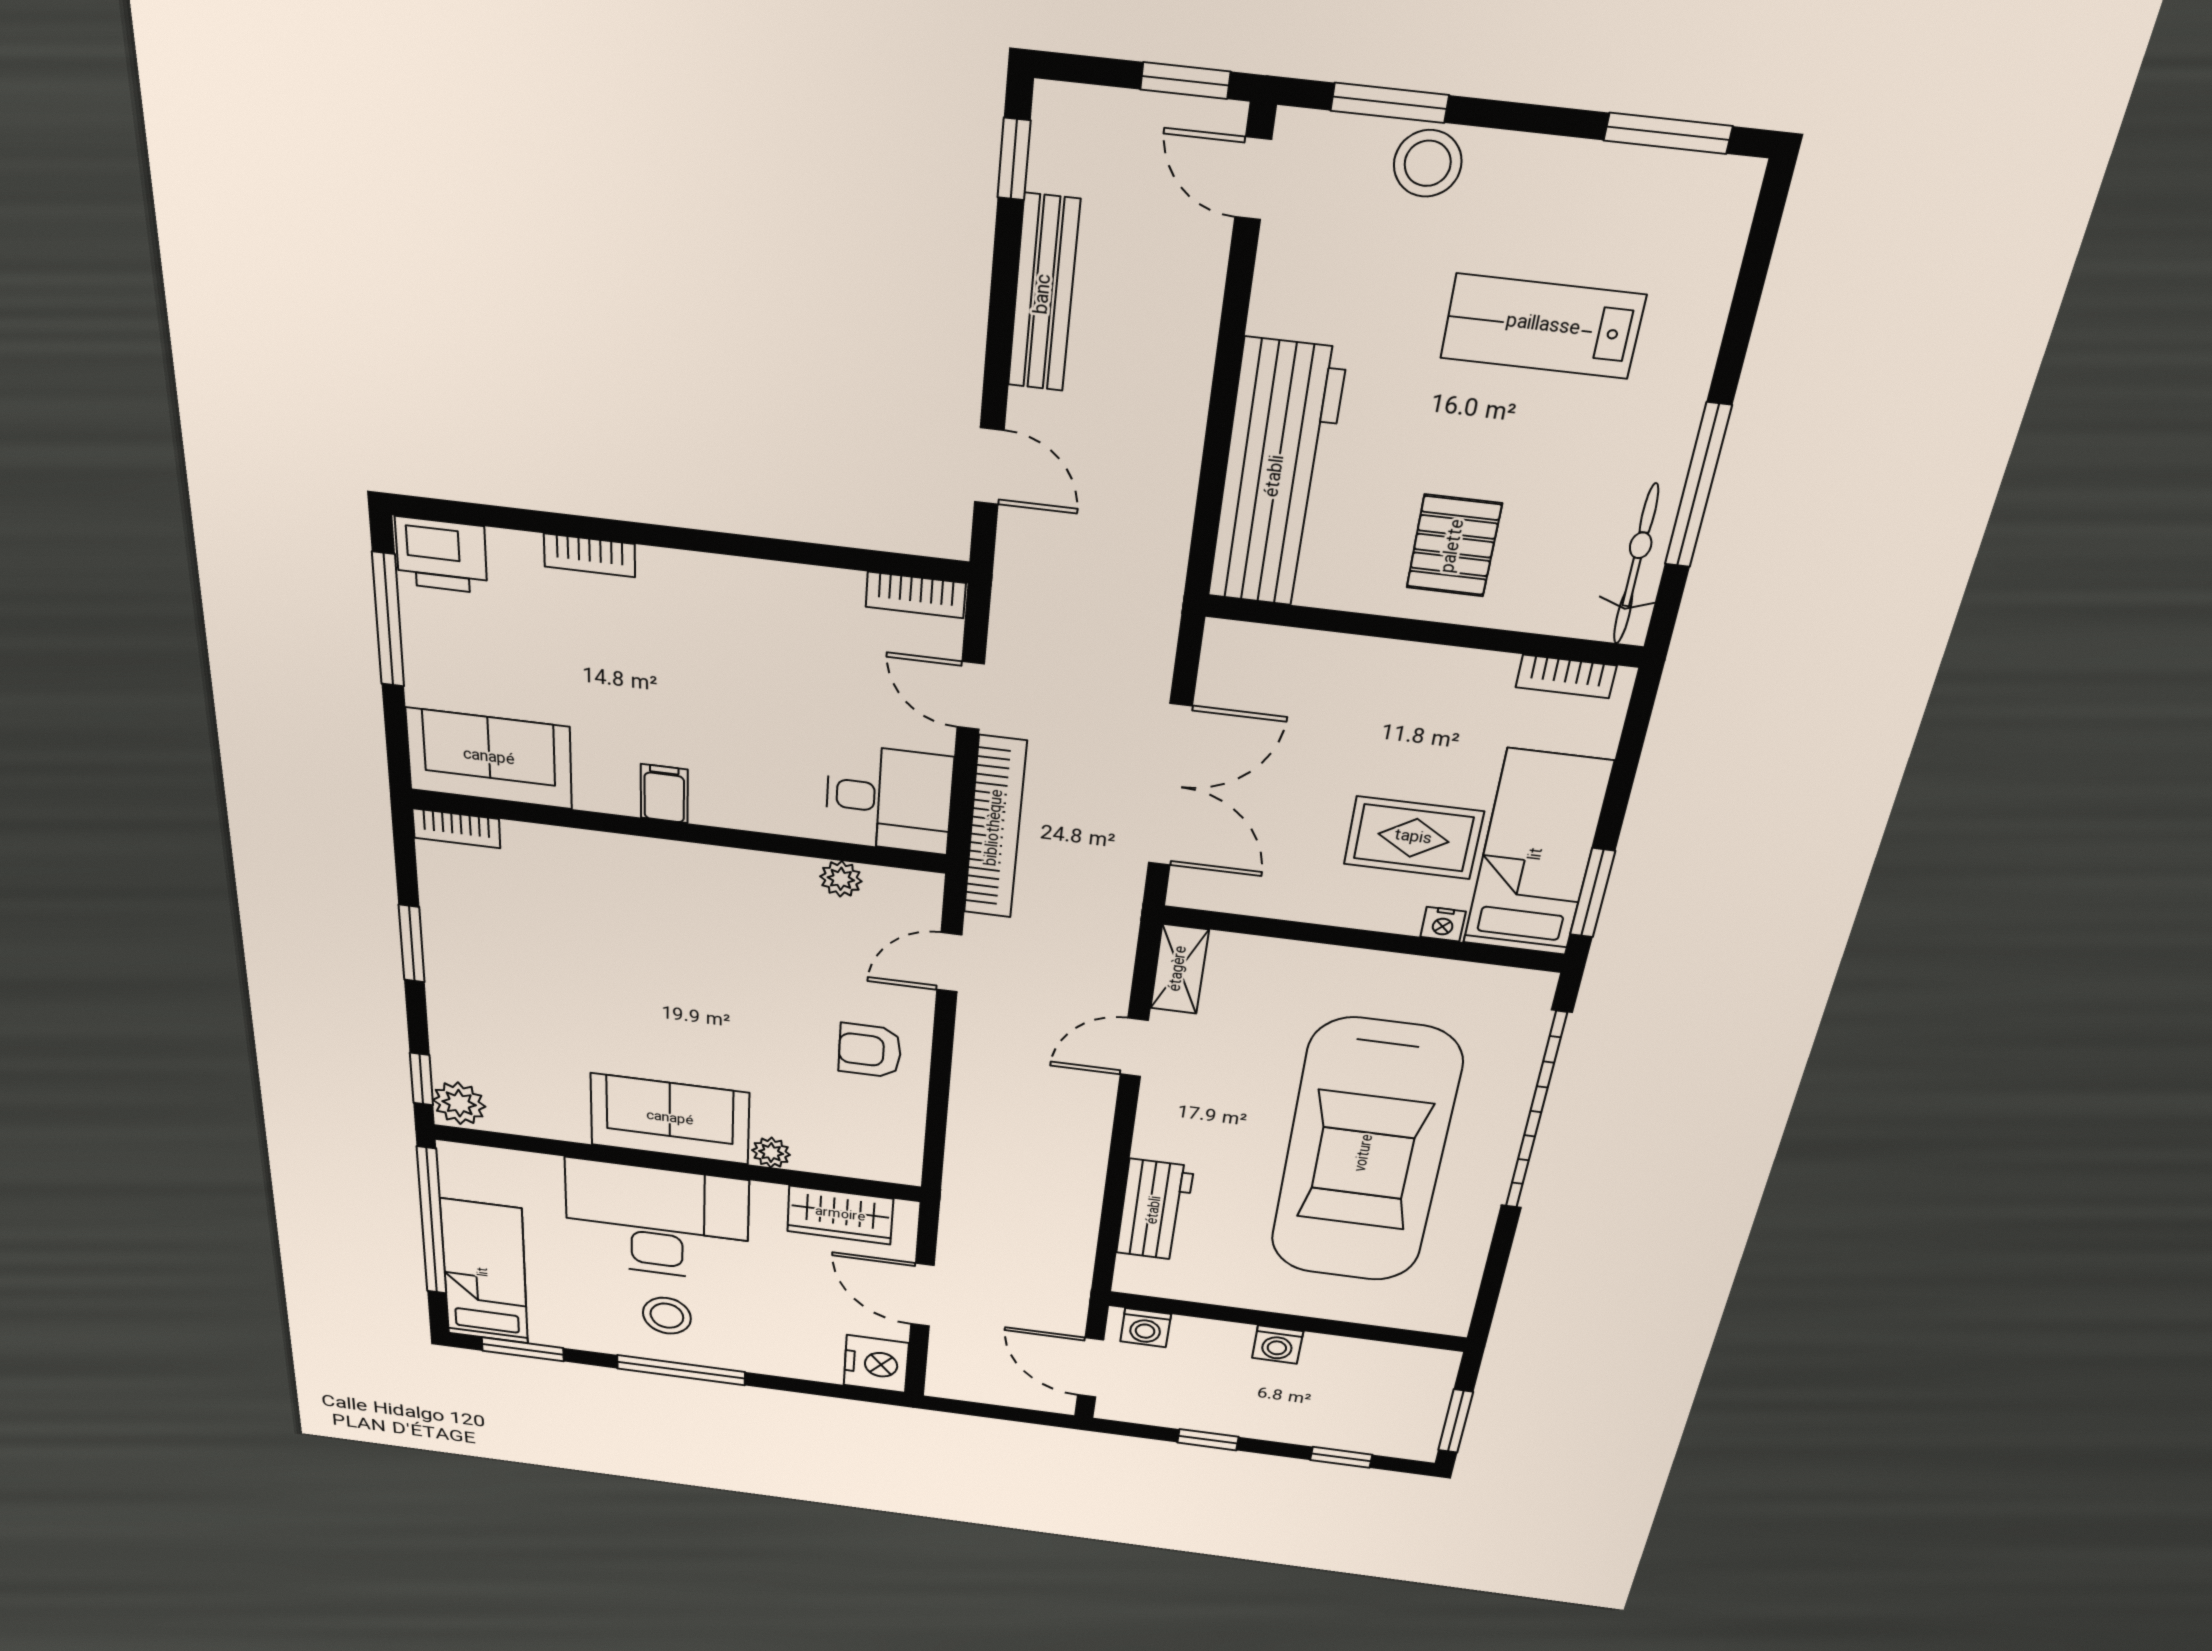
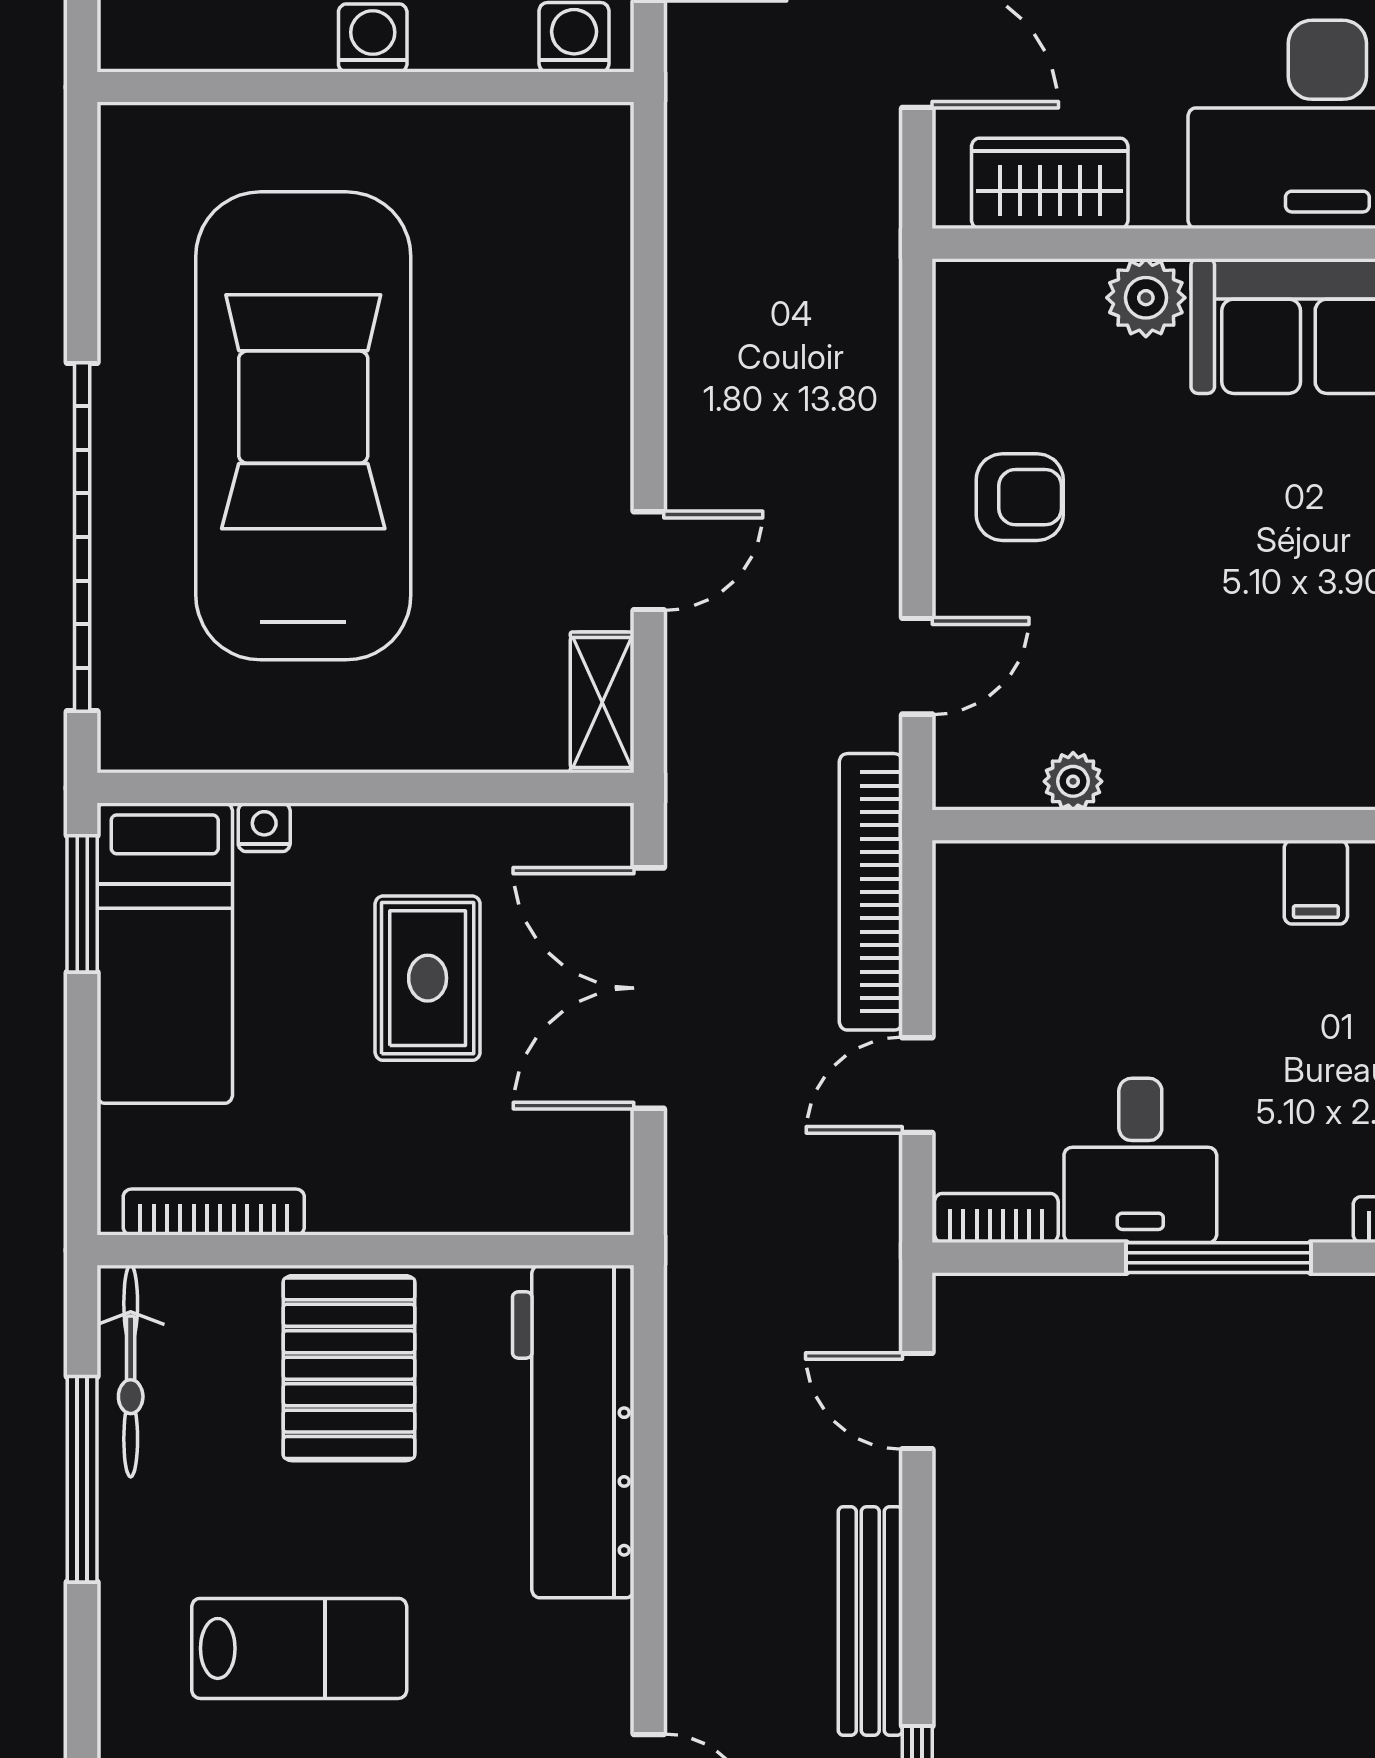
window: (741, 546) -> (1219, 1258), added
pallet: (1454, 546) -> (349, 1368), width x1.50, depth x1.42
bookcase: (1566, 676) -> (214, 1212), width x1.56
door: (971, 696) -> (917, 1085), swing flipped
desk: (889, 799) -> (1140, 1160), moved, turned -90
rug: (1413, 838) -> (428, 978), moved, turned 90
plant: (771, 1152) -> (1146, 298), width x1.38, depth x1.38
workbench: (1155, 1210) -> (587, 271), removed

